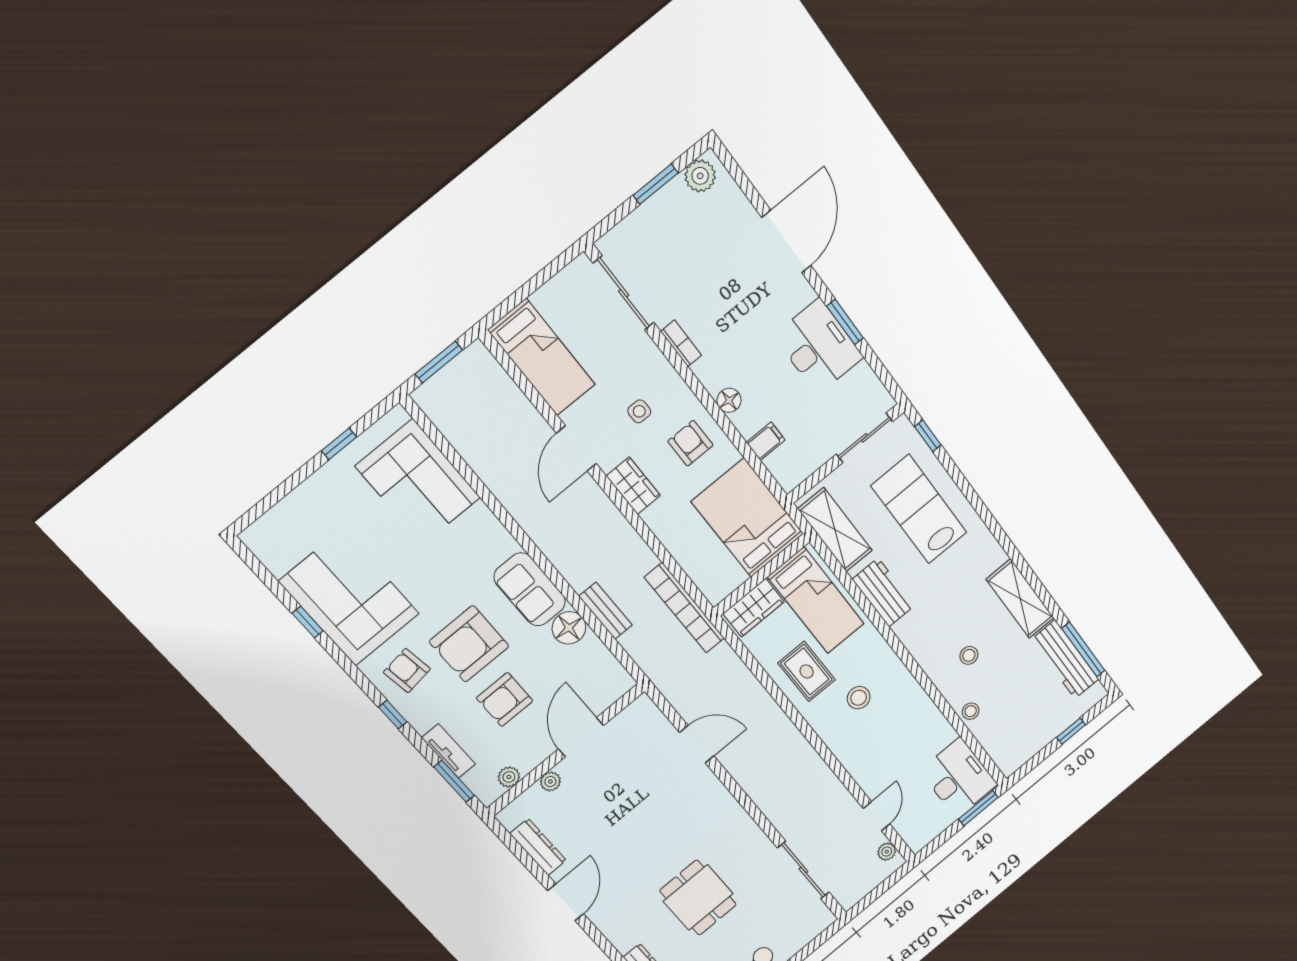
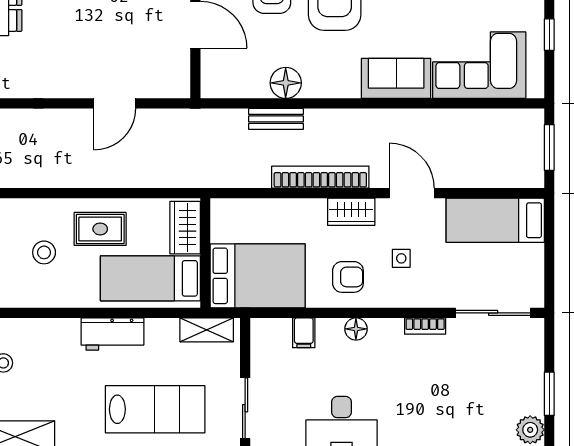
shelving: (835, 530) -> (207, 330), width x0.67, depth x0.75
sofa: (530, 589) -> (396, 78), moved
bookcase: (685, 608) -> (320, 177), moved

